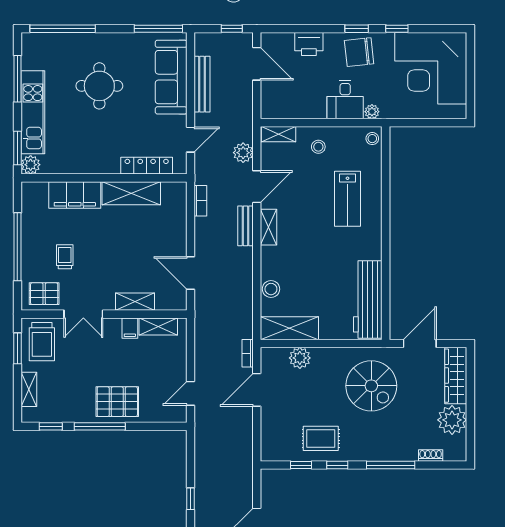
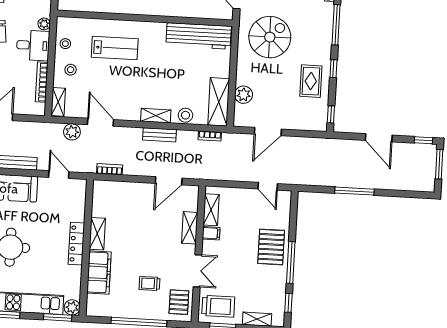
bookcase: (301, 113) -> (42, 82), added
stool: (372, 139) -> (65, 44), moved
locker: (147, 166) -> (76, 244), moved
shelving: (131, 193) -> (97, 234), width x0.67, depth x0.75
bench: (245, 226) -> (160, 135), moved
shelving: (269, 227) -> (156, 116), moved
bookcase: (248, 353) -> (210, 136), moved
door: (257, 390) -> (268, 132), hinge flipped
window: (301, 465) -> (331, 114), moved
window: (191, 499) -> (354, 191), width x2.17

